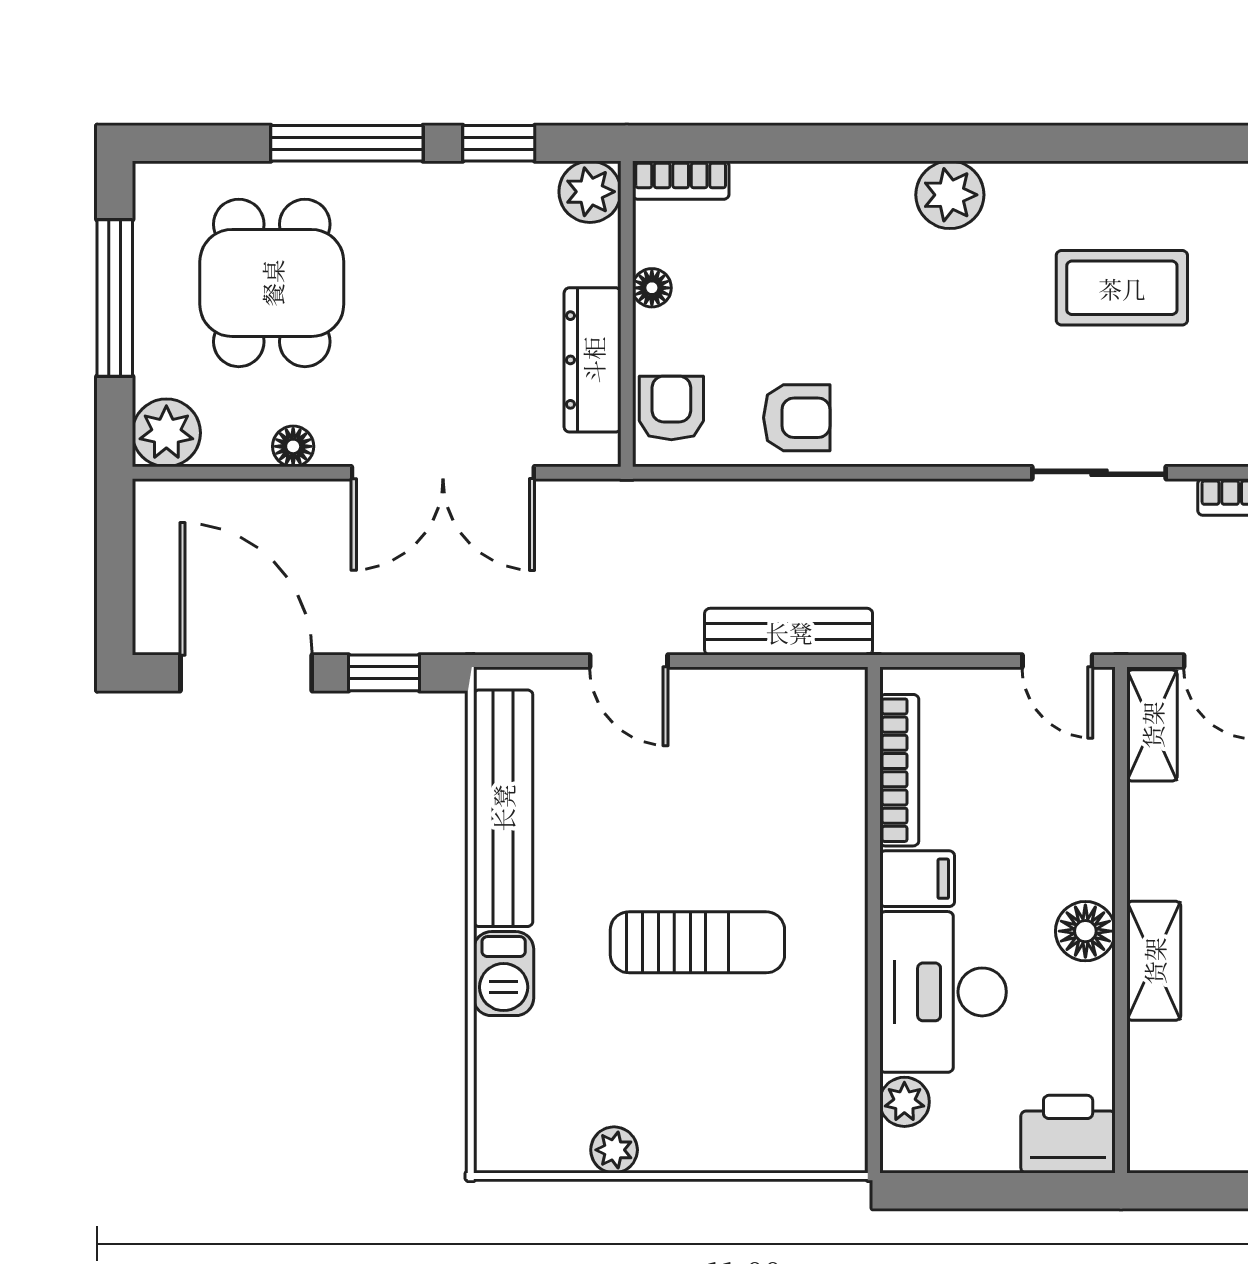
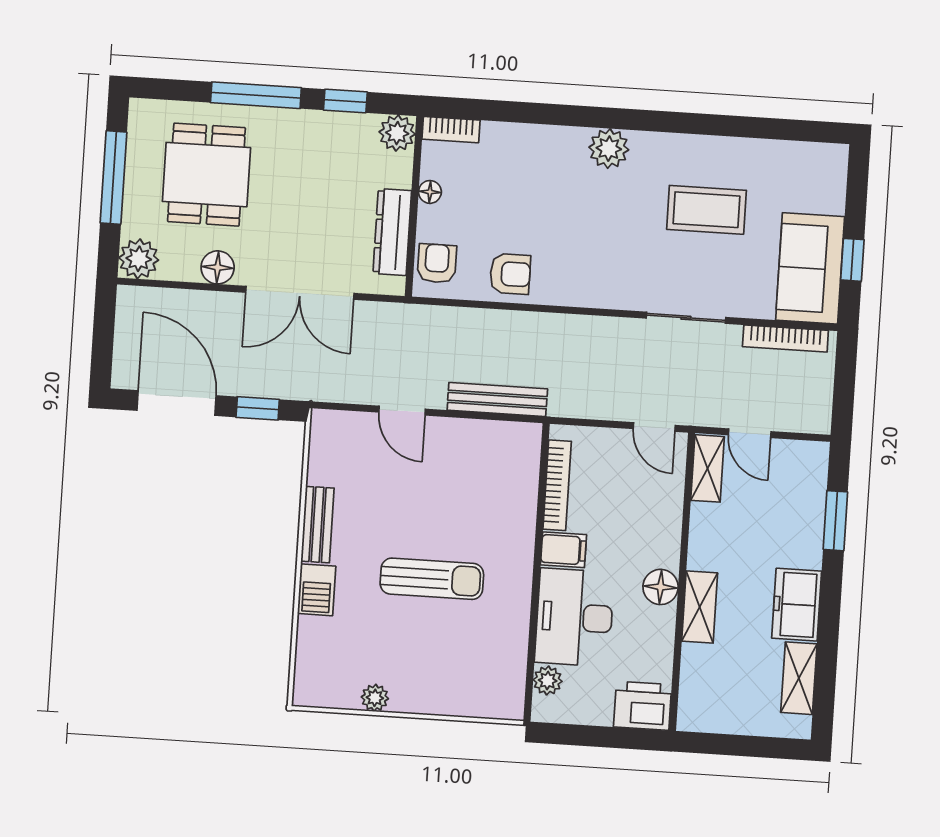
floor lamp: (293, 446) -> (218, 267), width x1.37, depth x1.37
bench: (503, 808) -> (317, 525), width x0.54, depth x0.82

